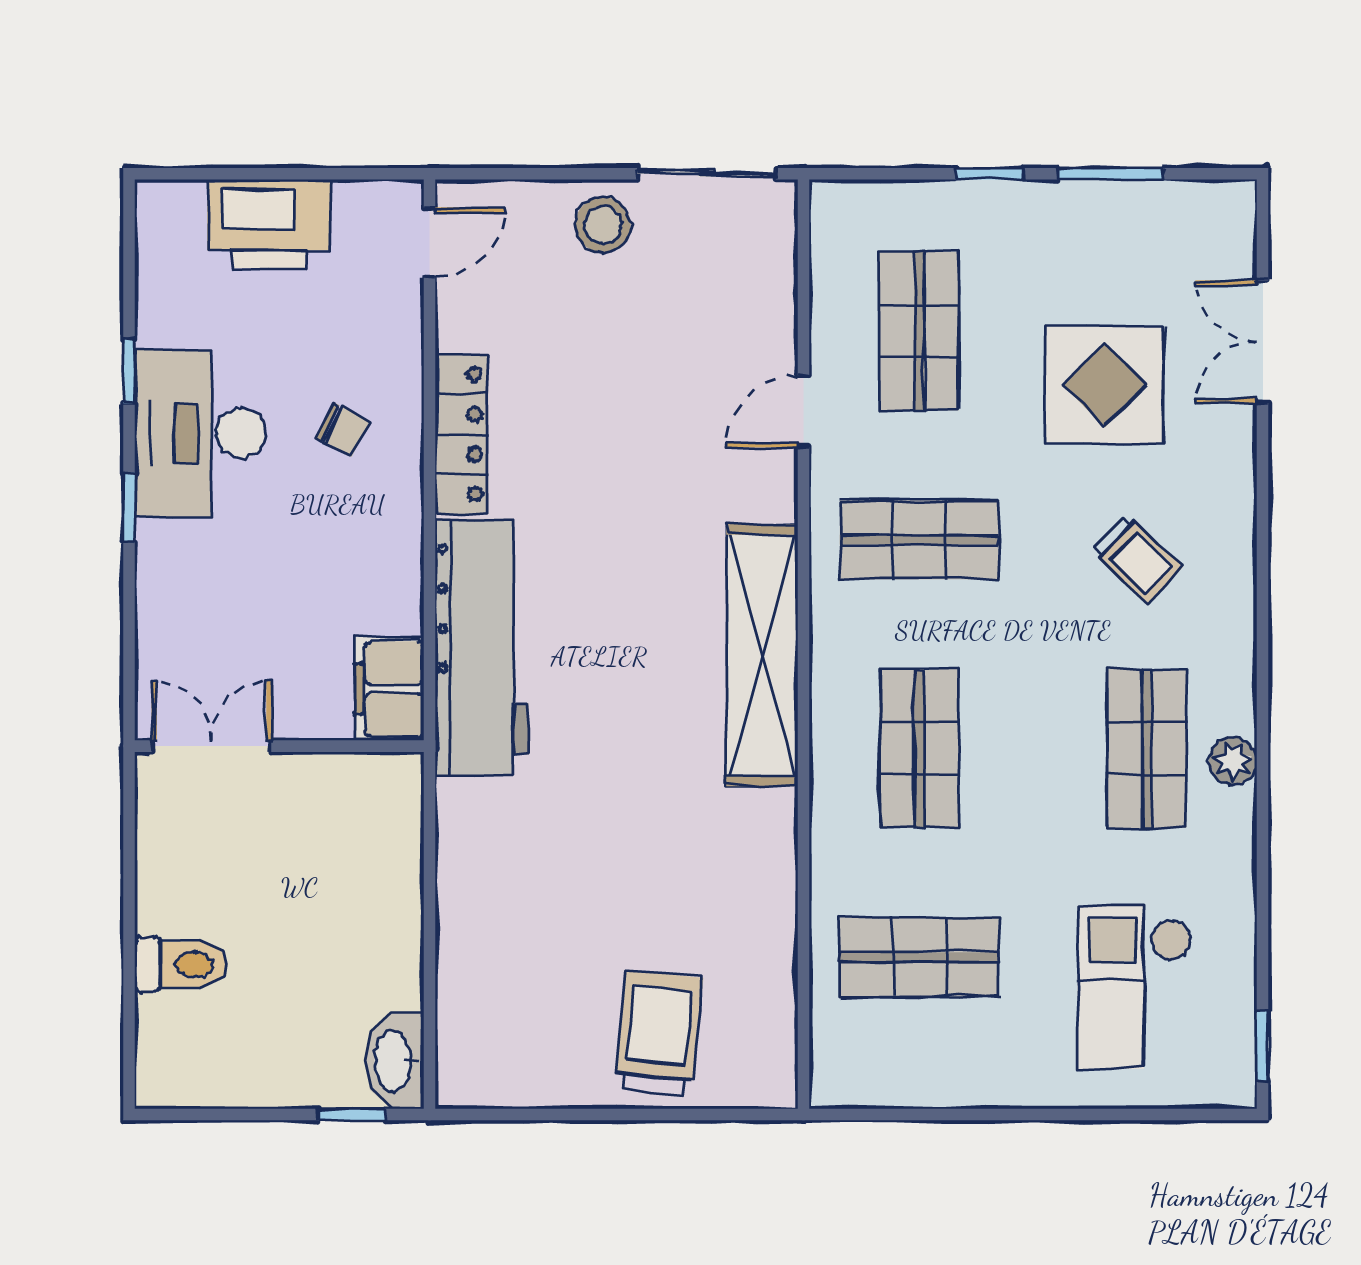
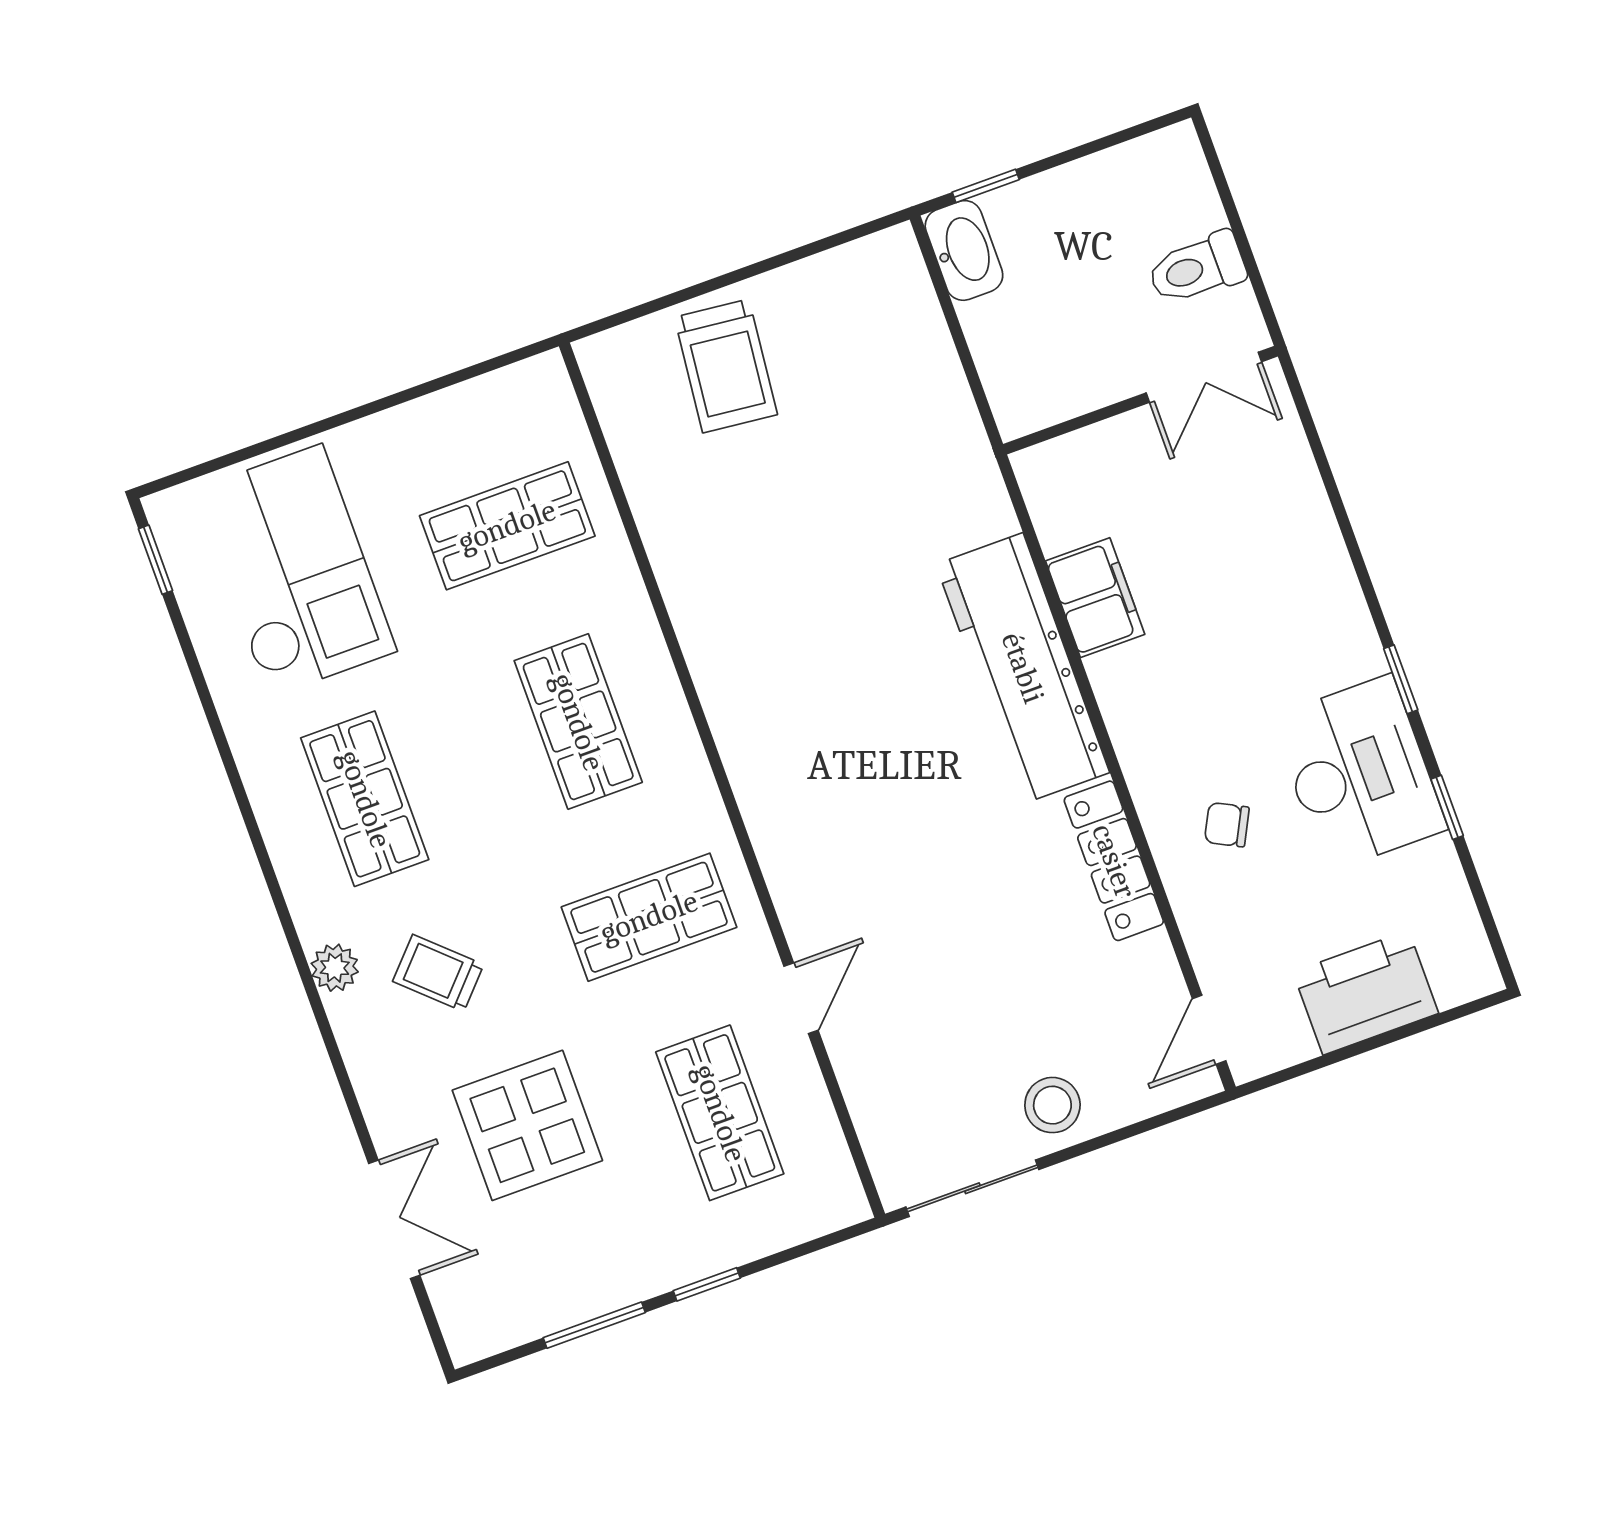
shelving: (762, 655) -> (757, 756), removed
double door: (212, 746) -> (1204, 377), moved
wall: (279, 746) -> (1140, 400), moved
plant: (1233, 761) -> (335, 968), moved
checkout: (1135, 987) -> (295, 571), width x1.36, depth x1.21

